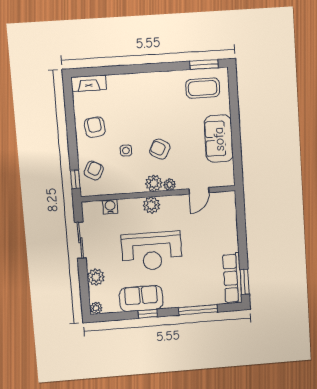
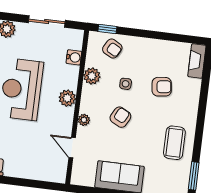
coffee table: (203, 88) -> (174, 143), moved
armchair: (95, 127) -> (162, 87), moved
plant: (154, 183) -> (92, 76), moved

